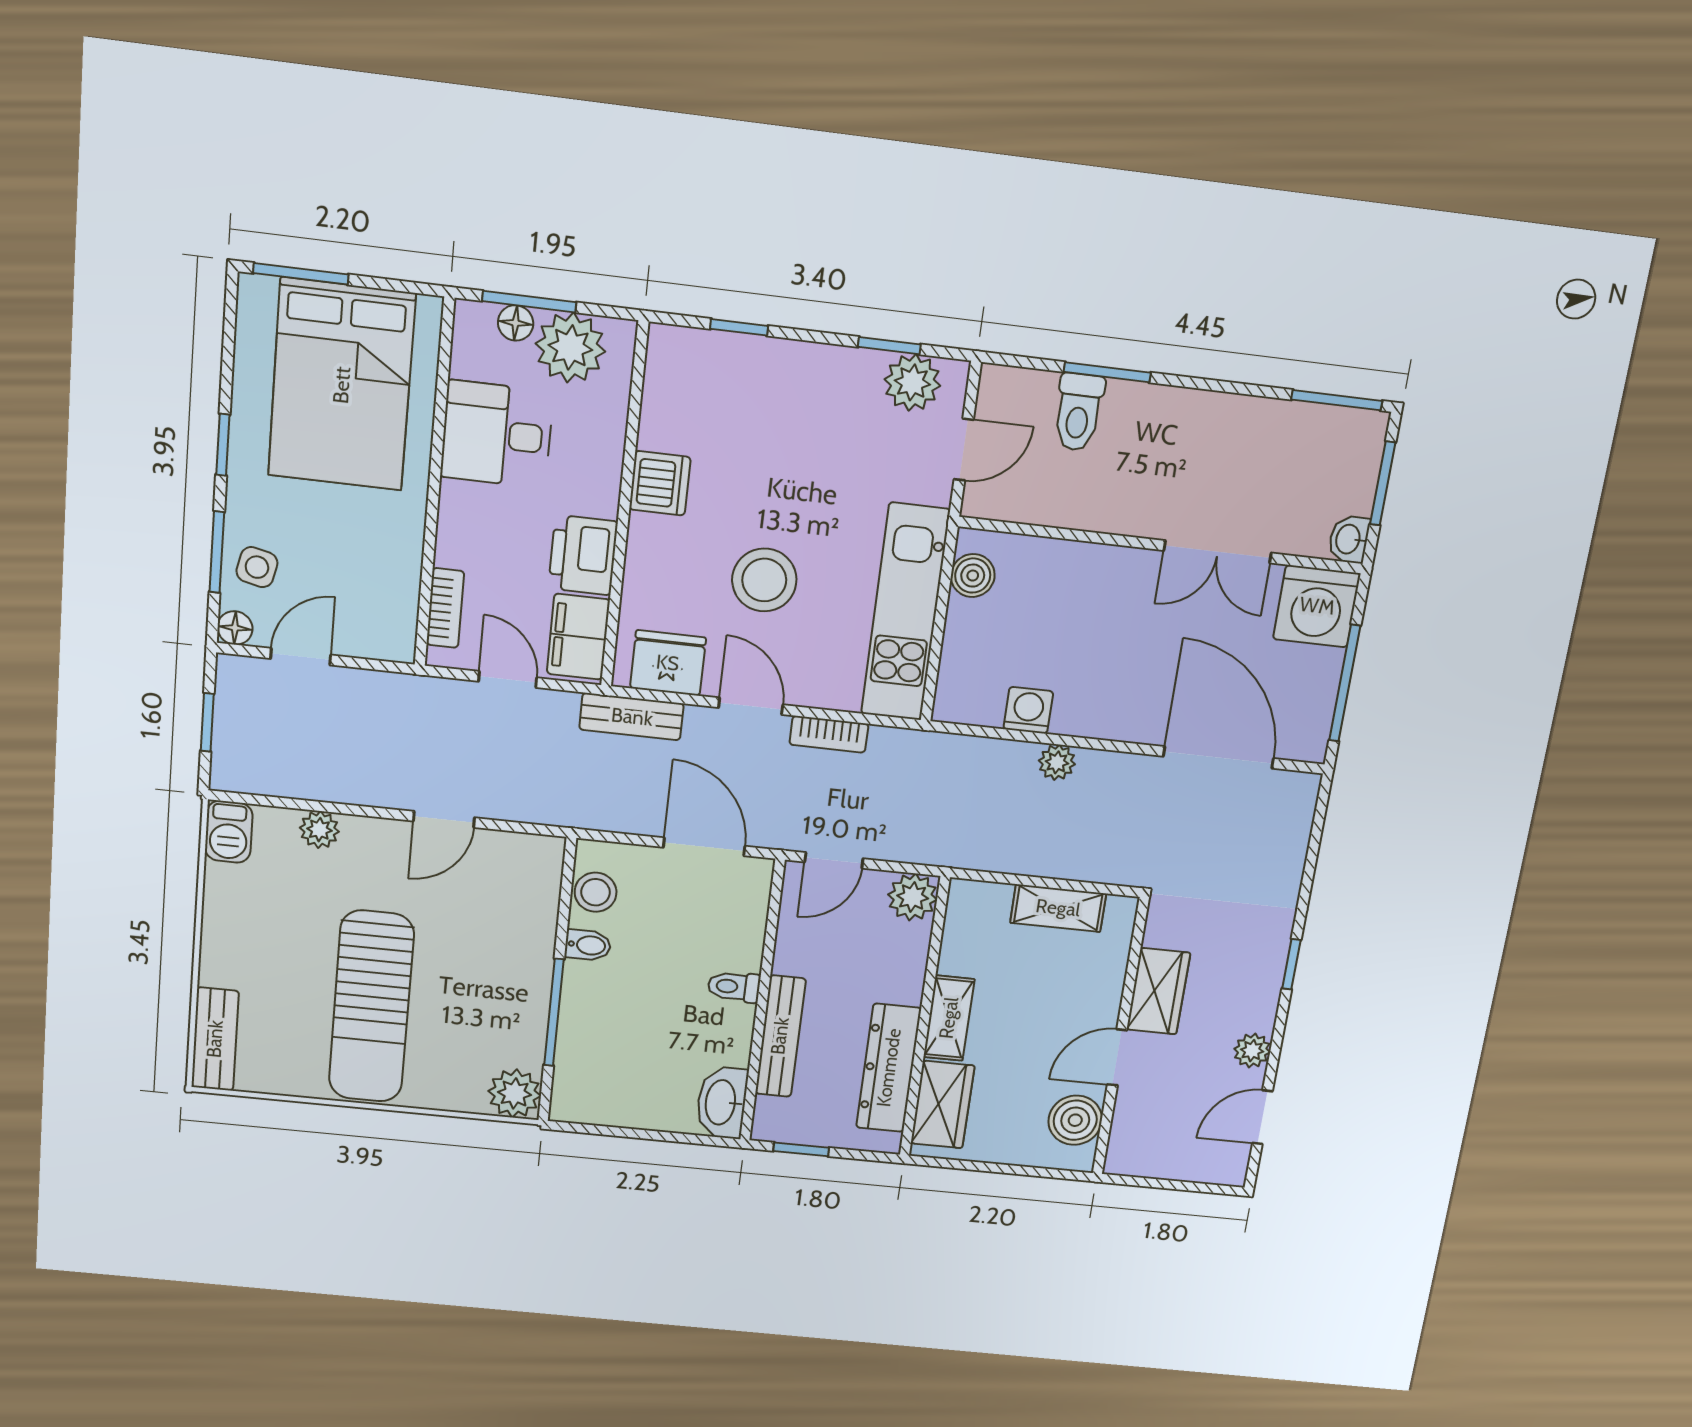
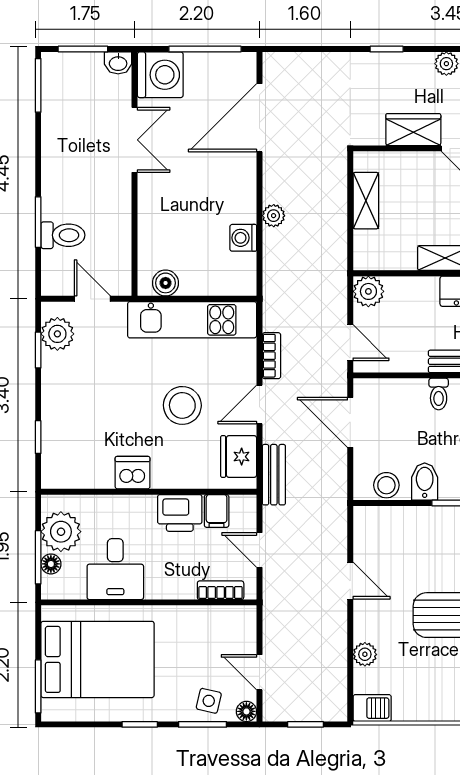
filing cabinet: (578, 637) -> (217, 511), width x0.50
door: (508, 679) -> (259, 550), hinge flipped
door: (704, 847) -> (350, 422), hinge flipped
bidet: (588, 945) -> (425, 482), width x1.38, depth x1.36

